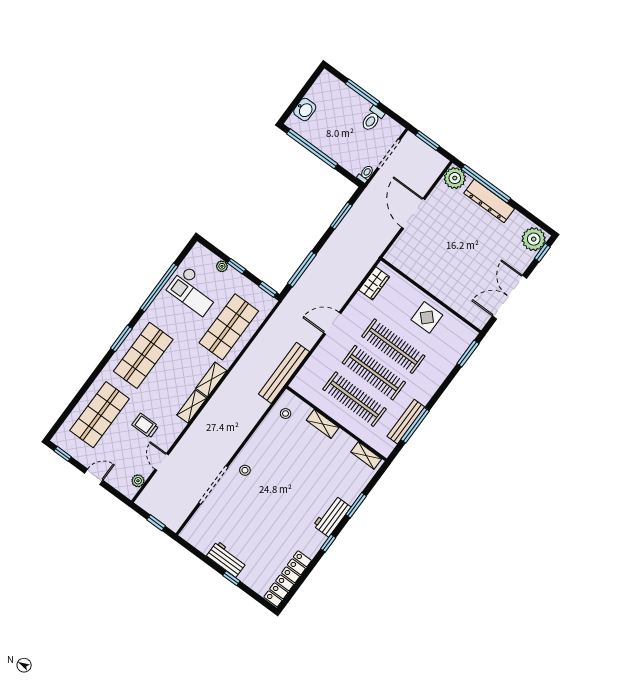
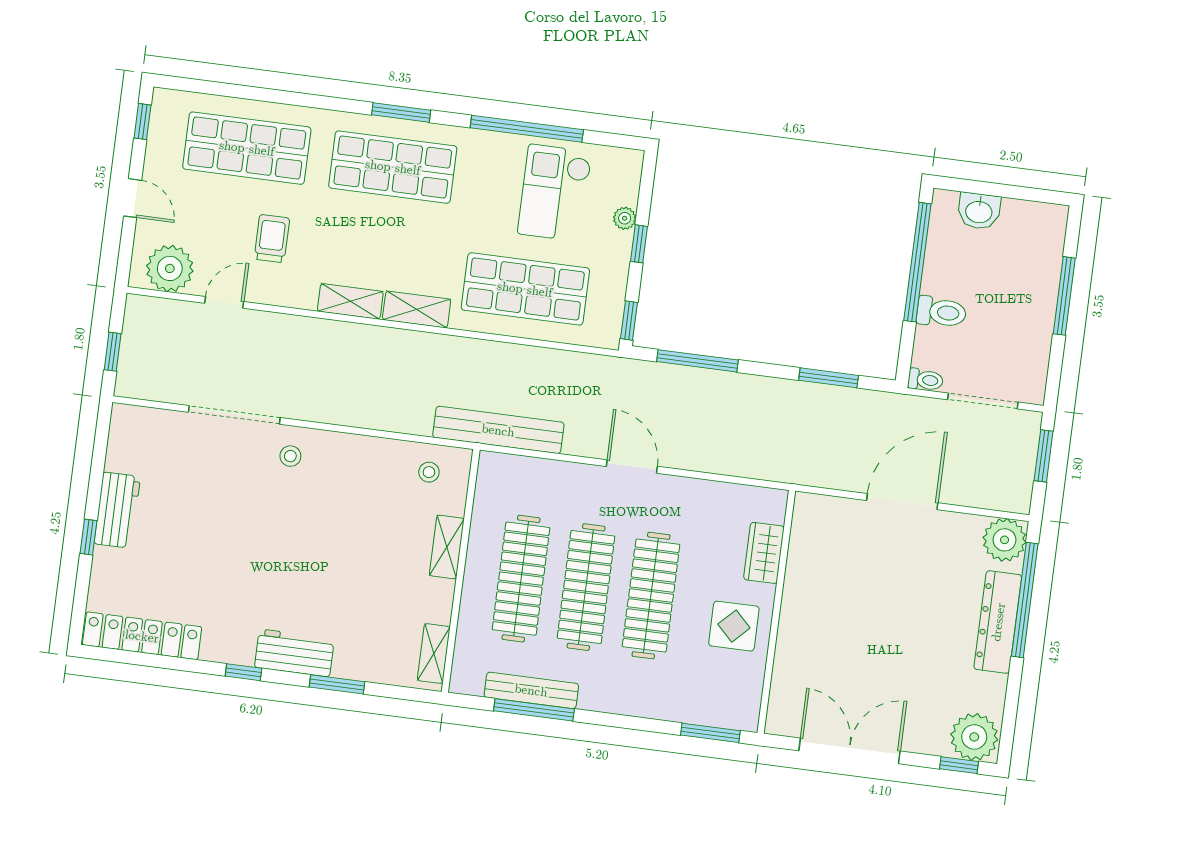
toilet: (372, 119) -> (941, 312), moved, turned 180
wardrobe: (374, 283) -> (764, 553), moved, turned 90
plant: (138, 481) -> (170, 268), width x1.88, depth x1.88

